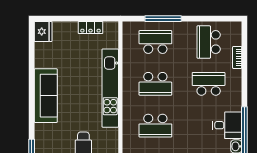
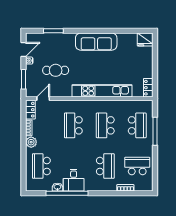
locker: (90, 28) -> (148, 88), moved

